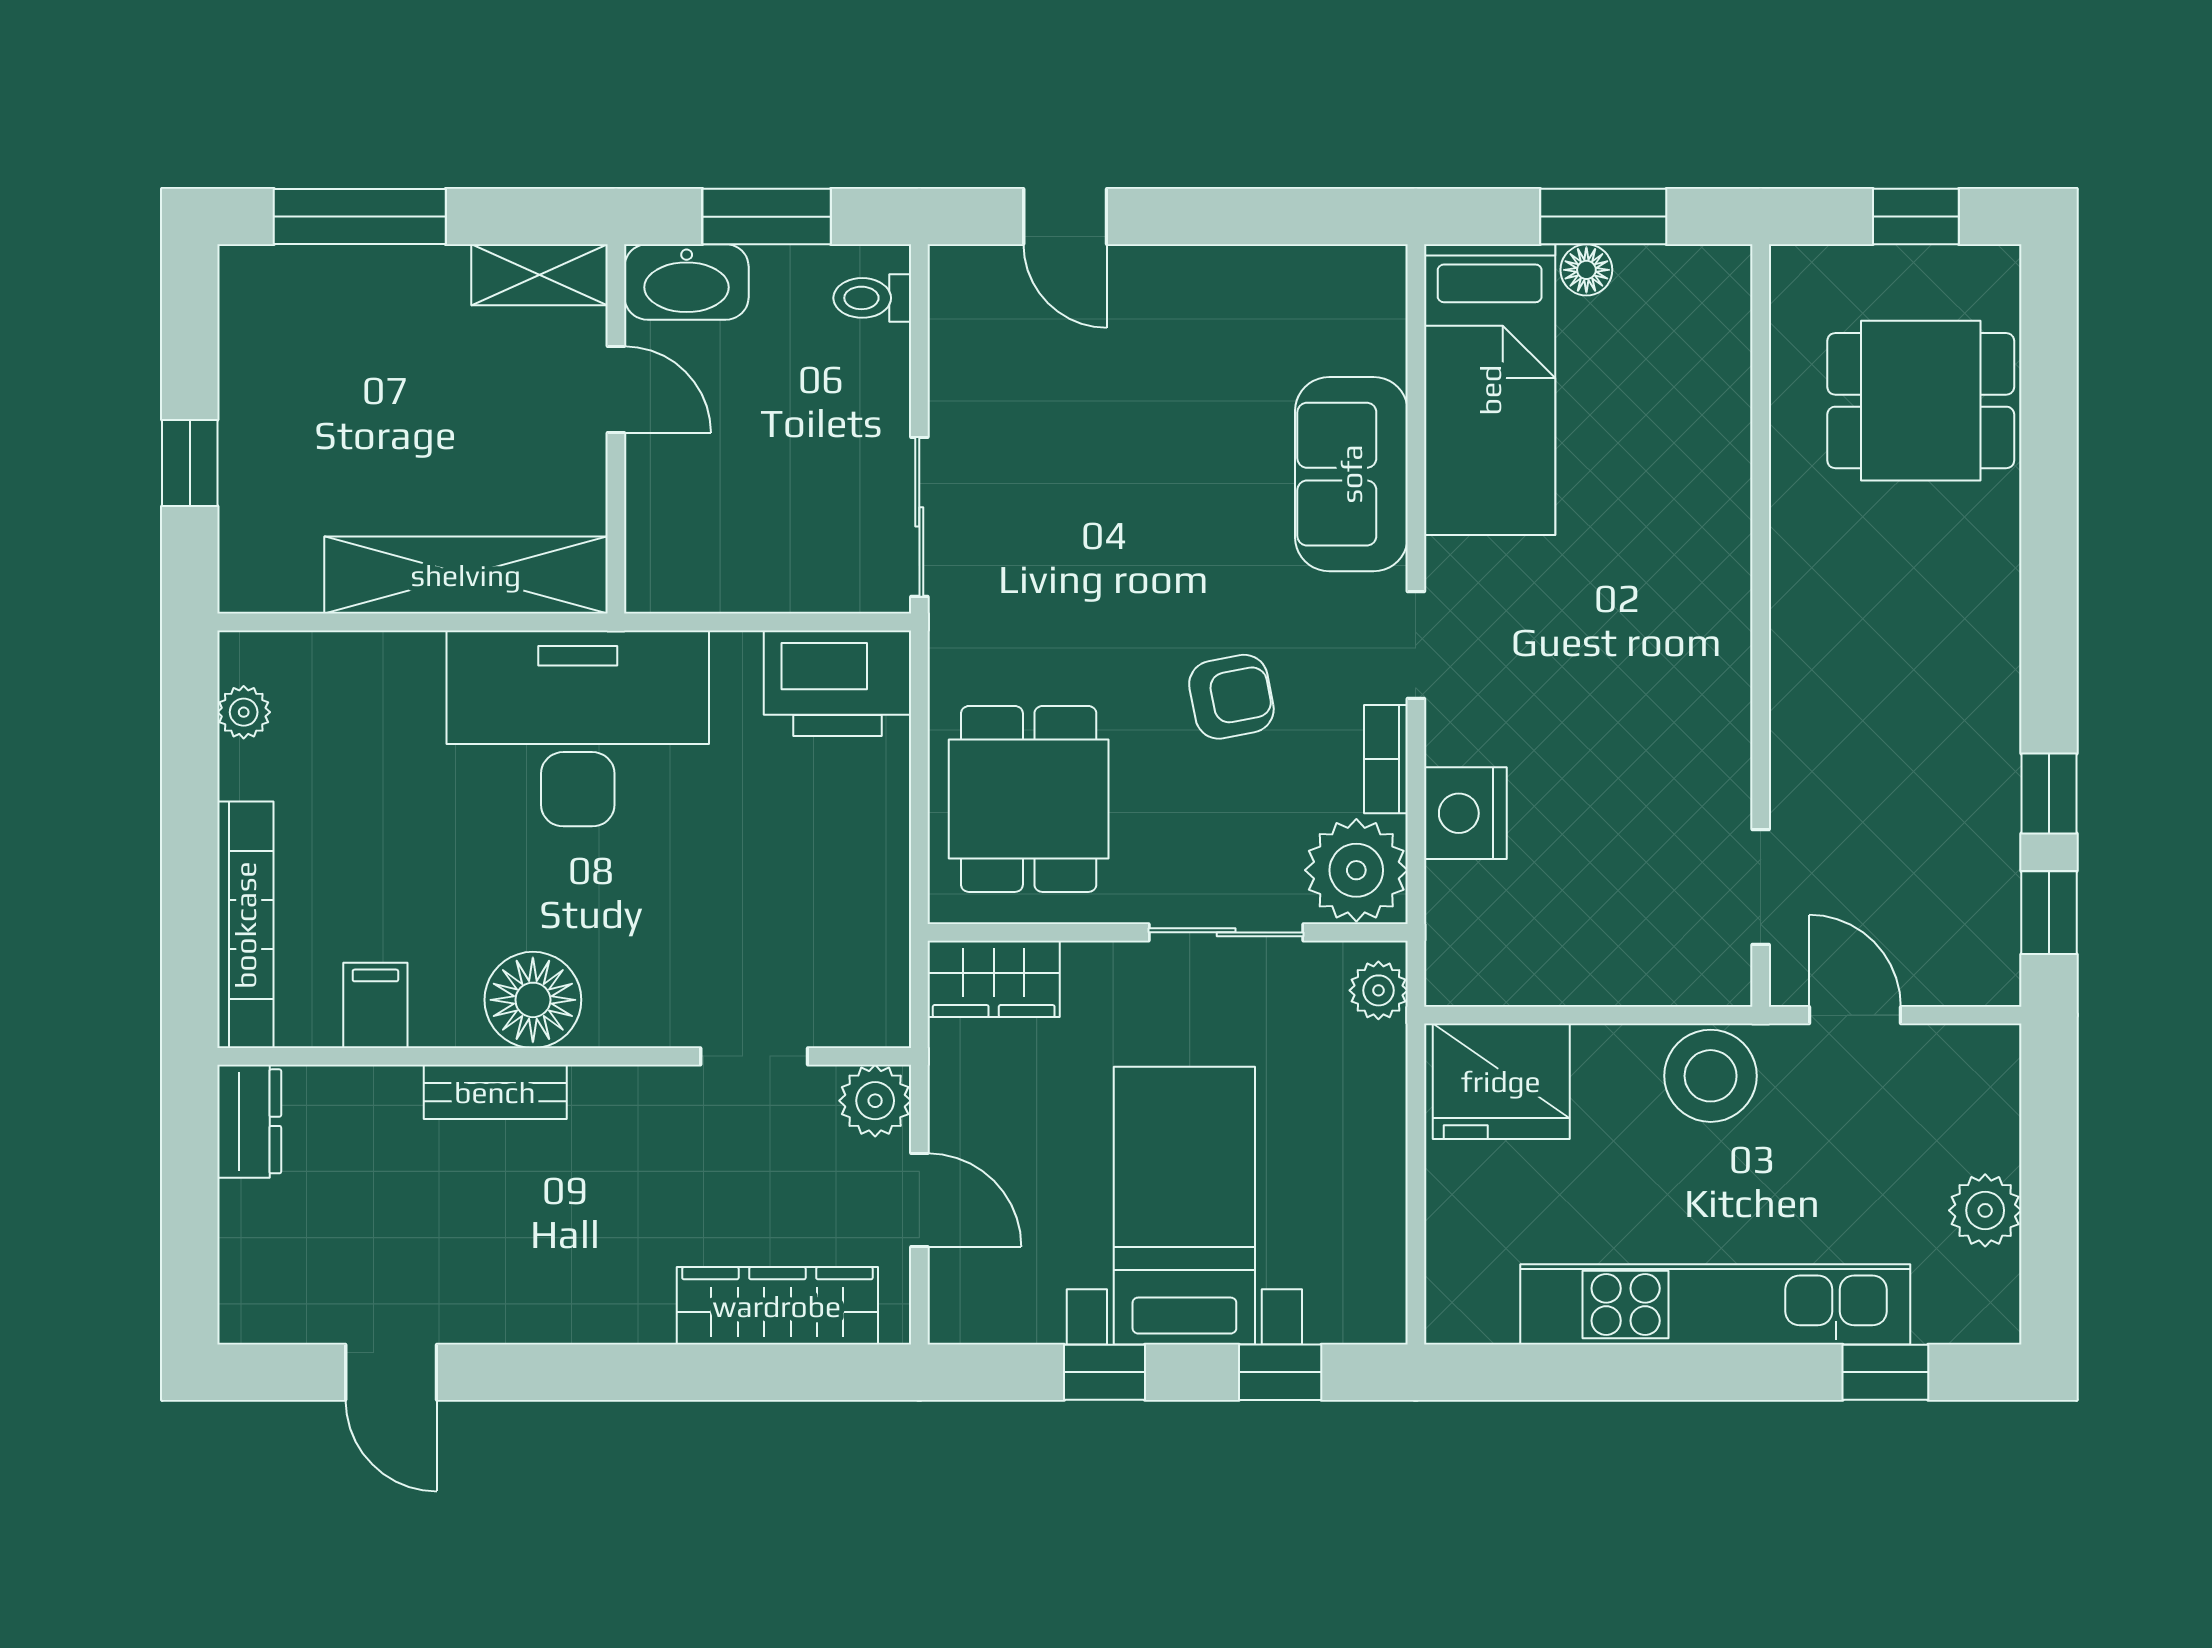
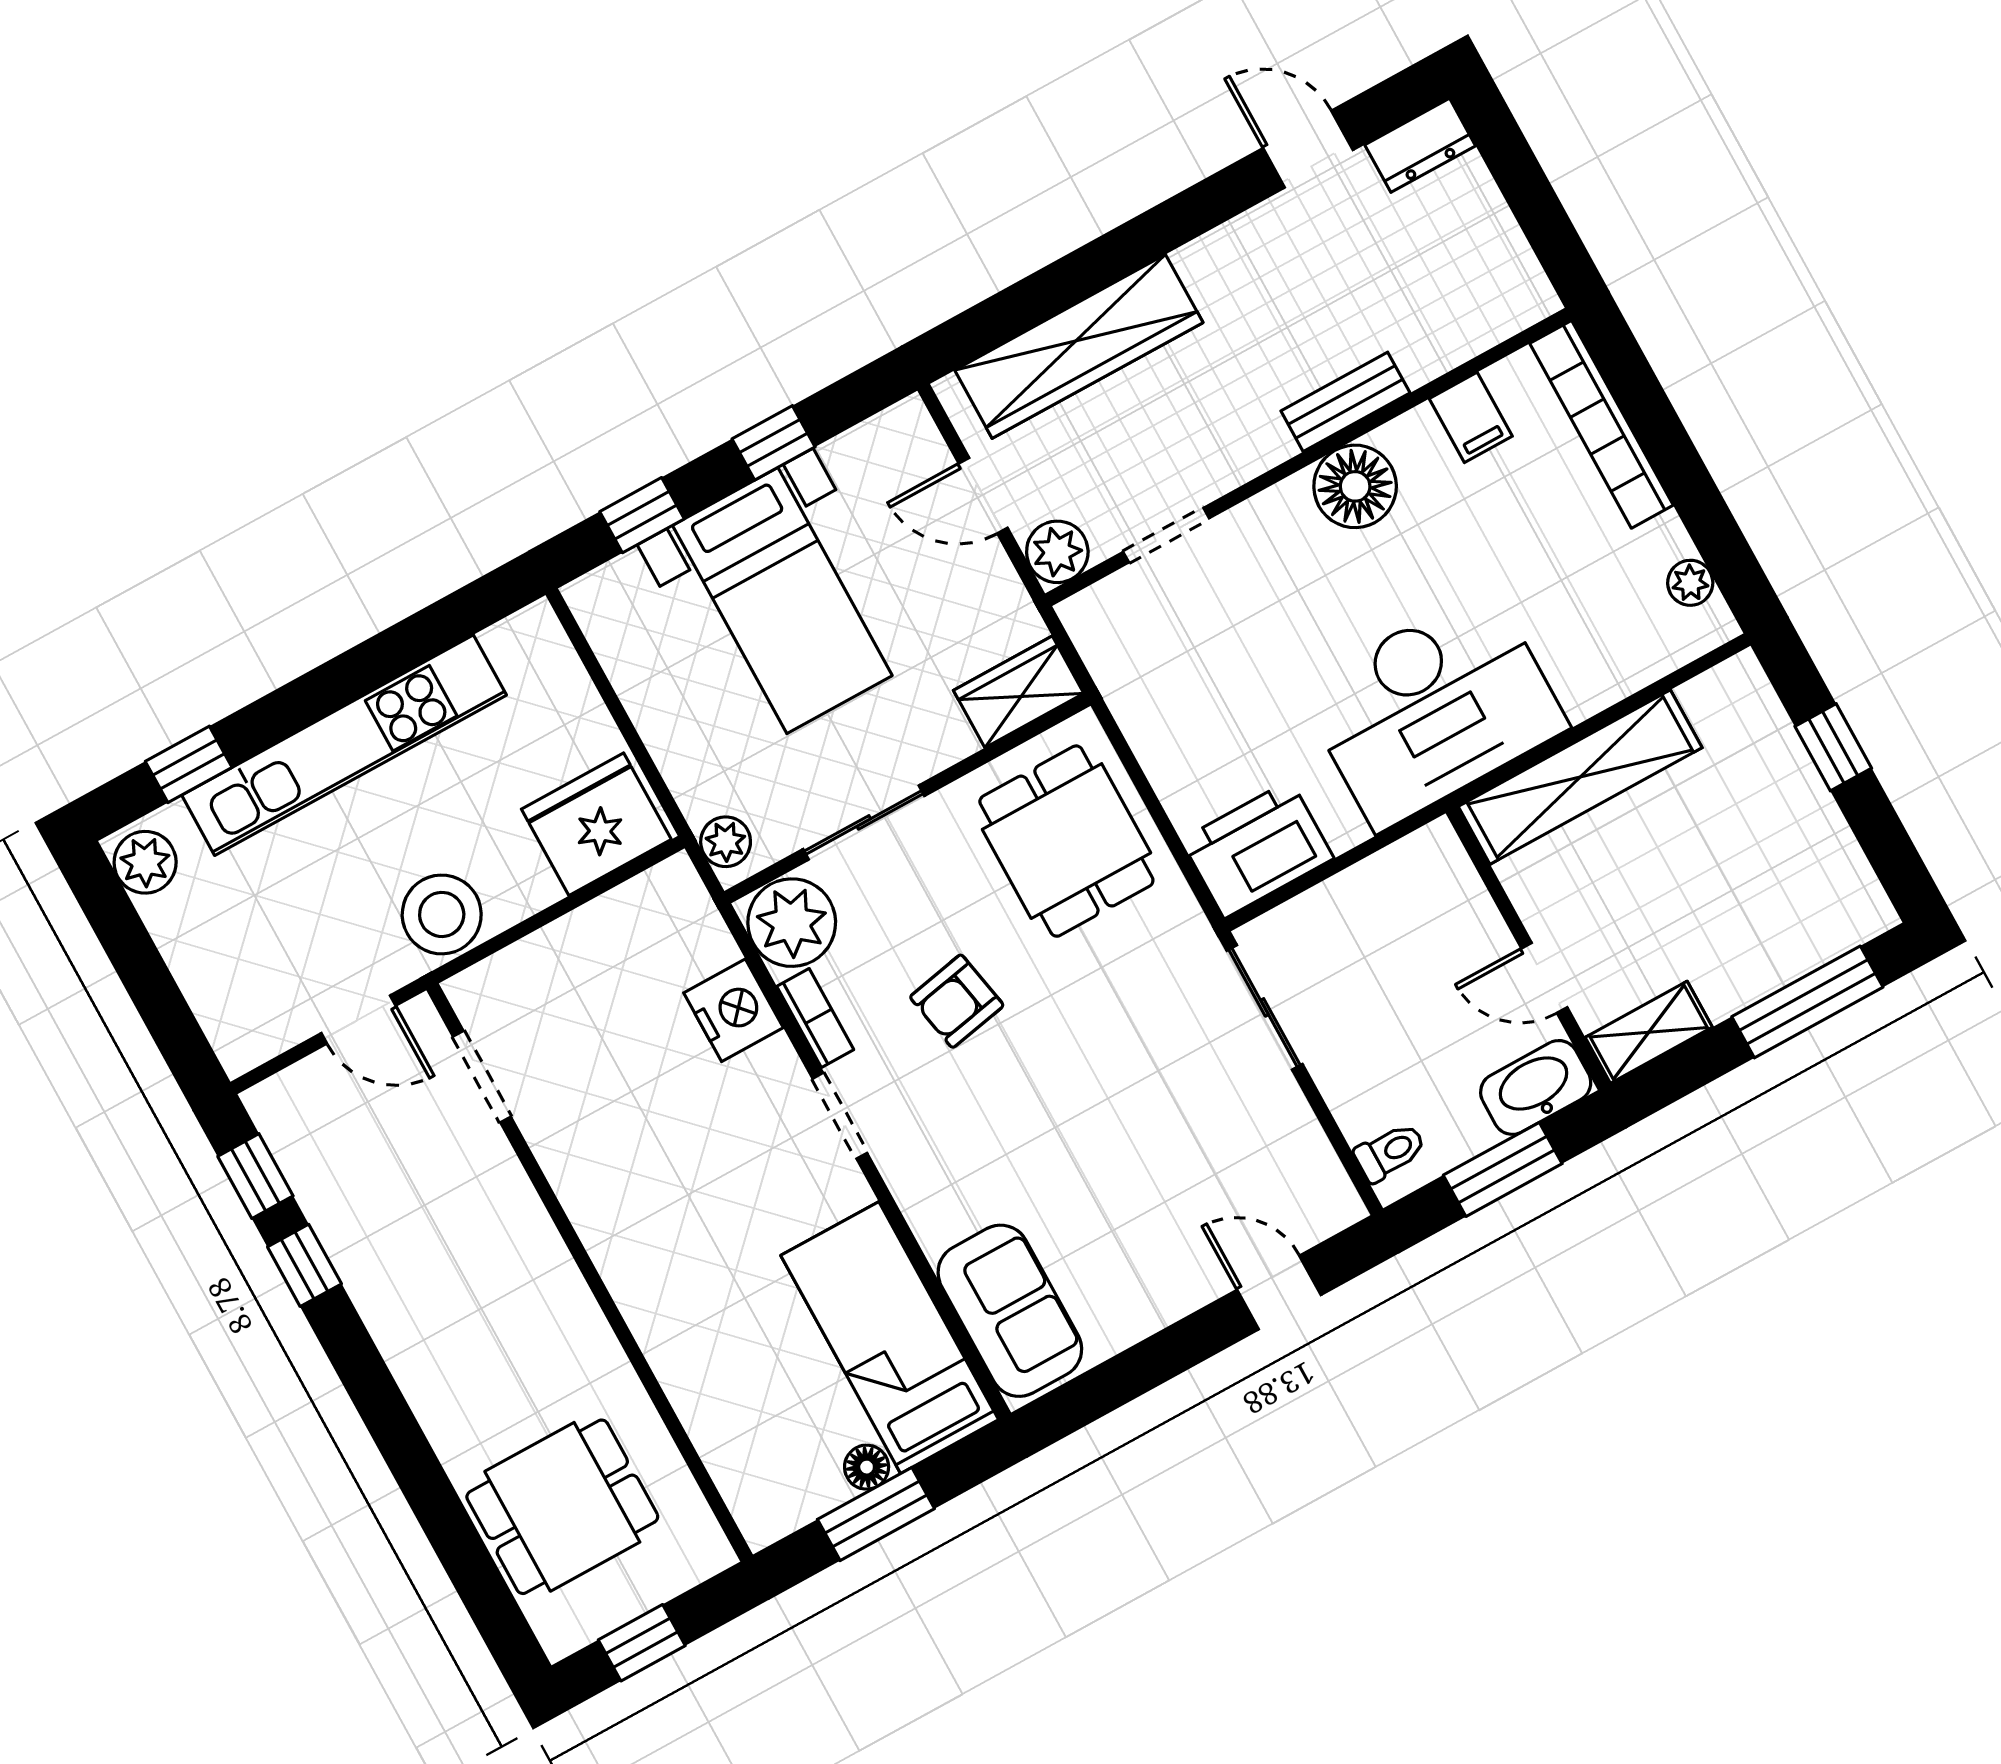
sofa: (1351, 474) -> (1010, 1311), moved
dresser: (249, 1121) -> (1420, 145), moved, turned -90
plant: (1985, 1210) -> (145, 862), moved
wardrobe: (777, 1306) -> (1079, 346), width x1.40, depth x1.17

